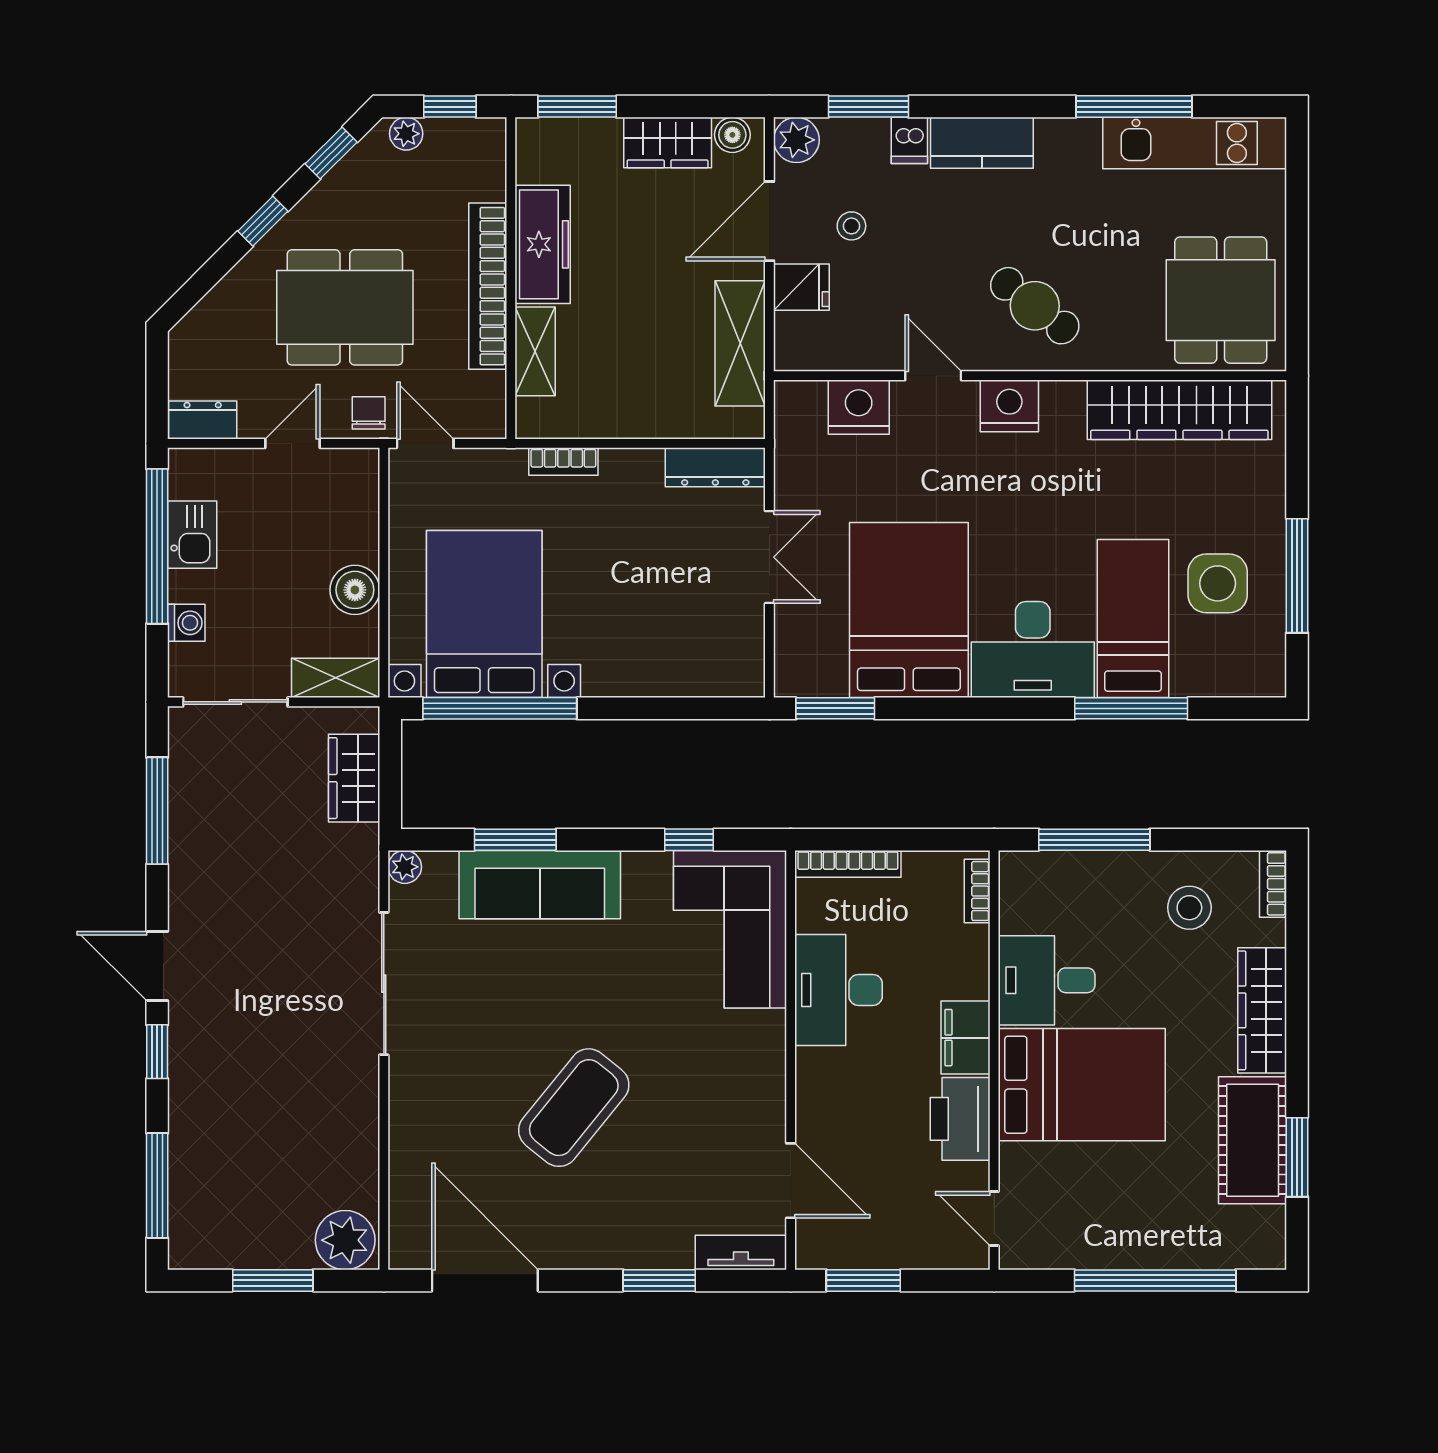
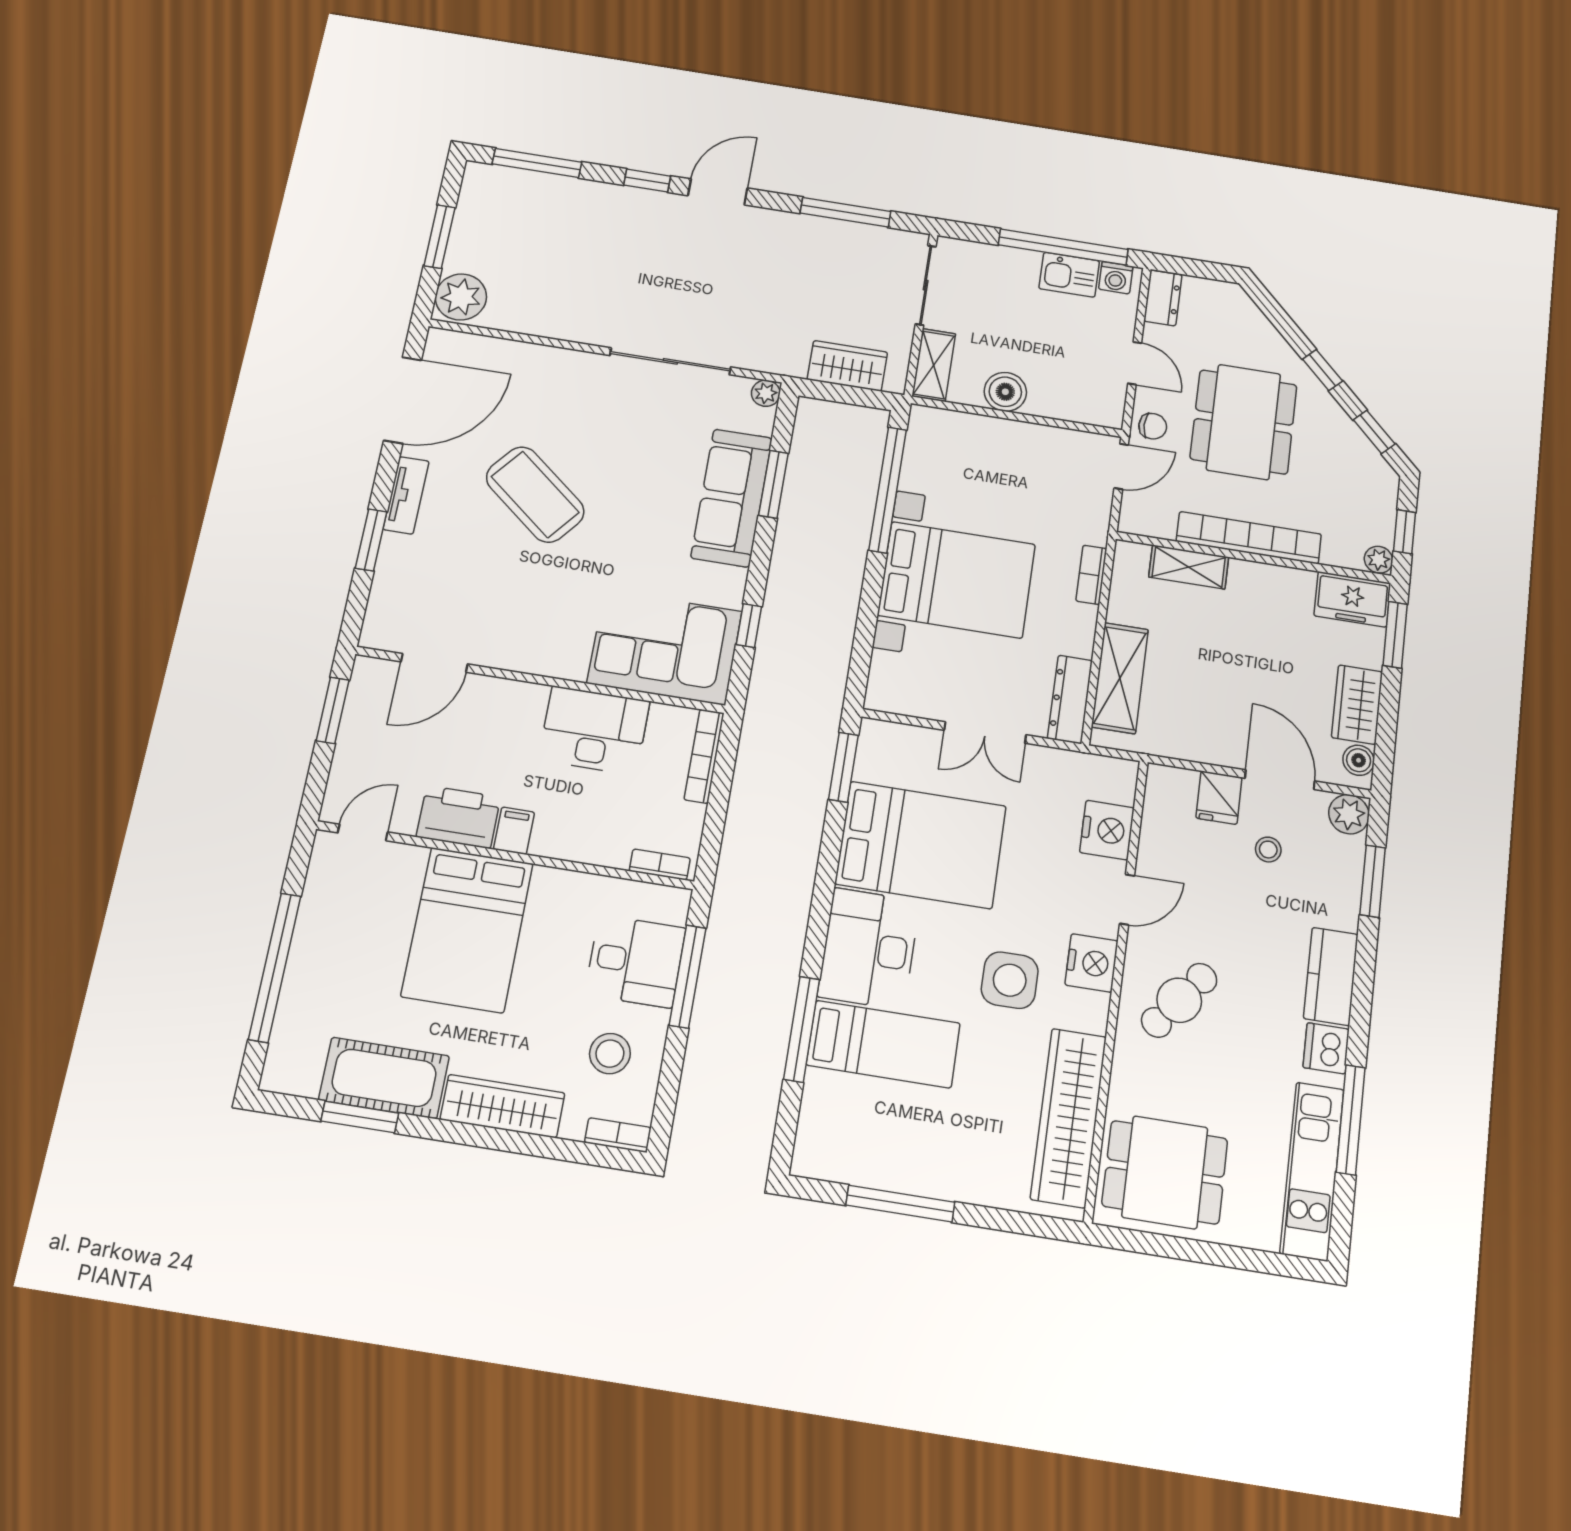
plant: (406, 134) -> (1379, 560), moved
dishwasher: (909, 140) -> (1326, 1048), moved, width x1.38
freezer: (543, 244) -> (1352, 599), moved, width x0.71
shelving: (740, 343) -> (1120, 678), moved, turned 90
side table: (1218, 583) -> (1010, 980), moved
bed with nightstands: (484, 614) -> (957, 580), moved
washing machine: (186, 623) -> (1116, 278), moved
desk: (1047, 980) -> (635, 961), moved, turned 90
filing cabinet: (965, 1038) -> (514, 831), width x0.50
tv unit: (741, 1252) -> (406, 495), moved

